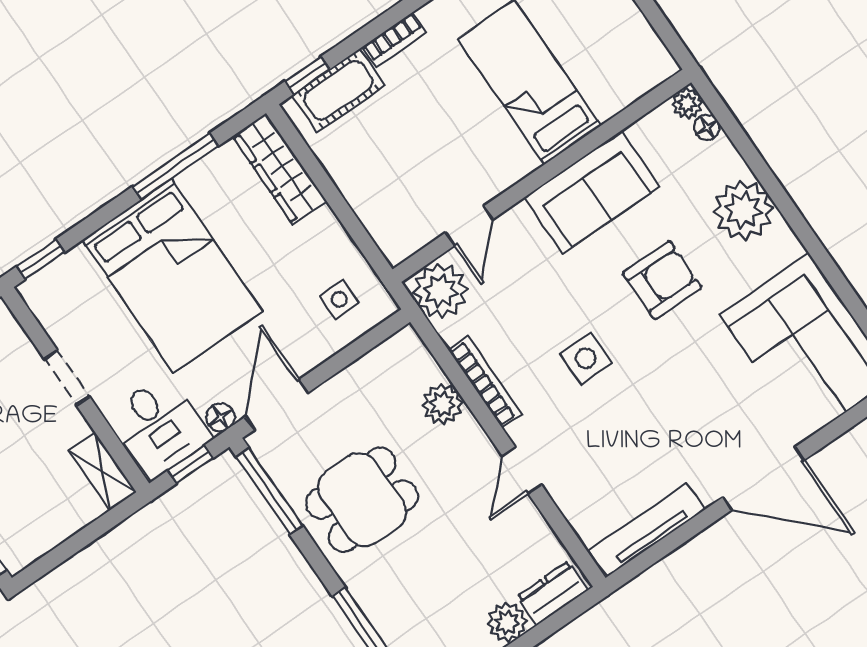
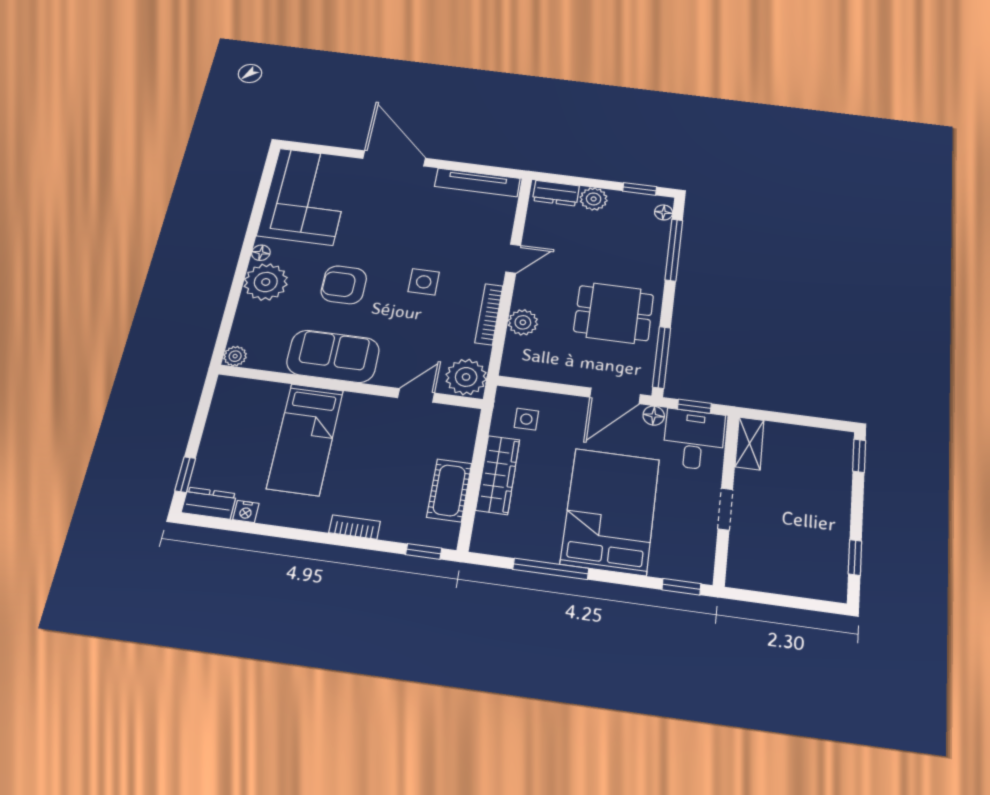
cot: (338, 90) -> (449, 490), moved, turned 90
floor lamp: (707, 127) -> (261, 253), moved
wardrobe: (279, 169) -> (498, 475), moved

